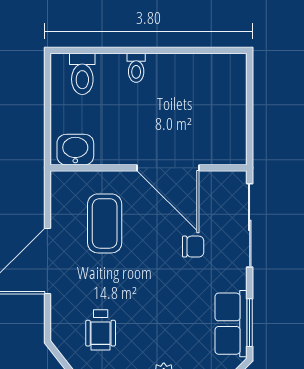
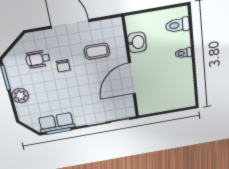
washbasin: (75, 150) -> (137, 42), moved
coffee table: (105, 223) -> (97, 51), width x0.73, depth x0.77
chair: (193, 247) -> (63, 66), moved

